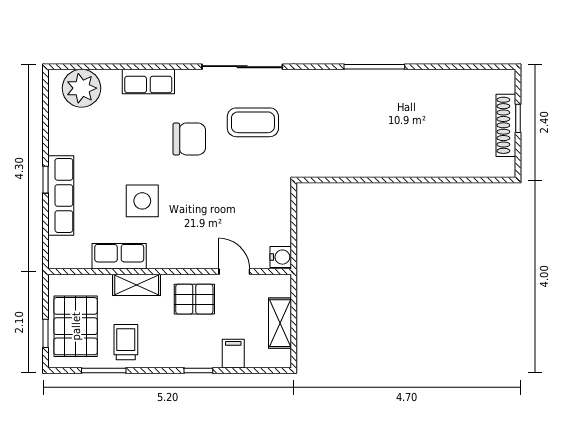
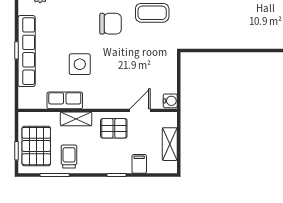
row of seats: (61, 195) -> (27, 51), width x1.36
door: (234, 272) -> (140, 110), hinge flipped

